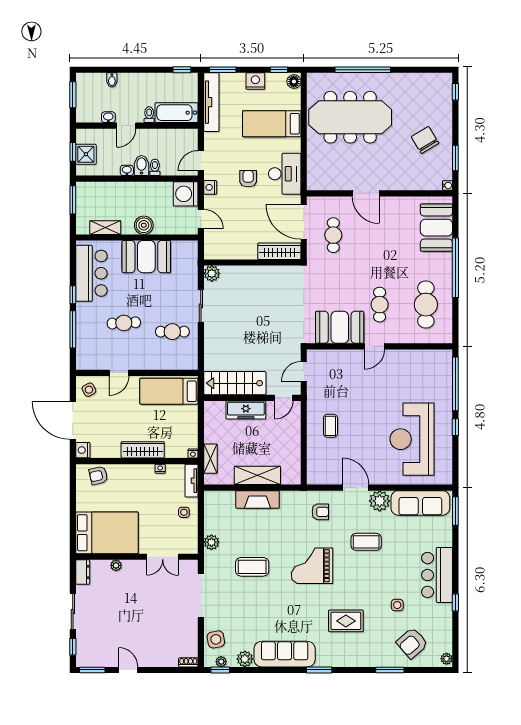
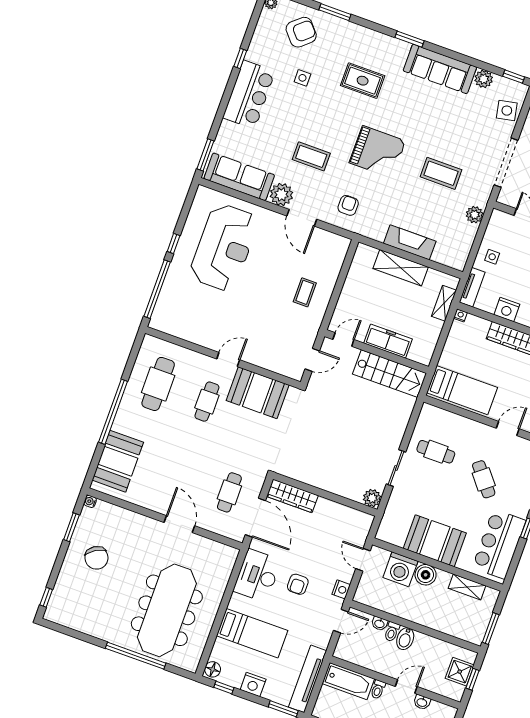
meeting table: (350, 117) -> (167, 610), turned 90
washbasin: (127, 170) -> (379, 624), moved
washing machine: (186, 194) -> (400, 569), moved, turned 90
cafe table: (124, 323) -> (484, 479), turned 54
nightstand: (160, 469) -> (507, 310), width x1.89, depth x1.79
armchair: (320, 512) -> (348, 205), turned 90
plant: (221, 662) -> (510, 85), removed

